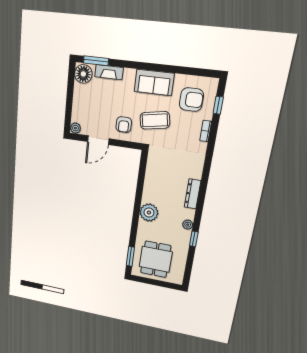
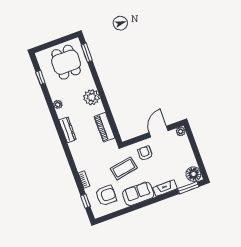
fireplace: (109, 72) -> (165, 188), moved
armchair: (191, 100) -> (106, 196), turned 180
piano: (152, 175) -> (104, 127), added
window: (194, 239) -> (40, 78), moved

